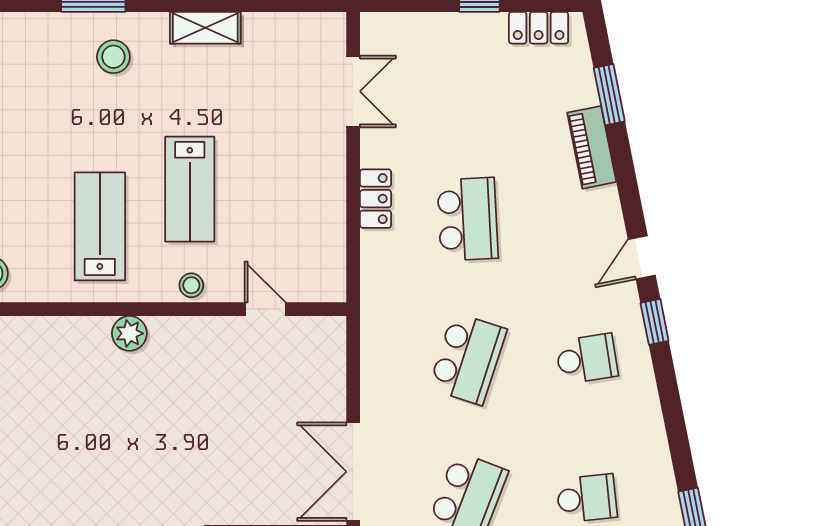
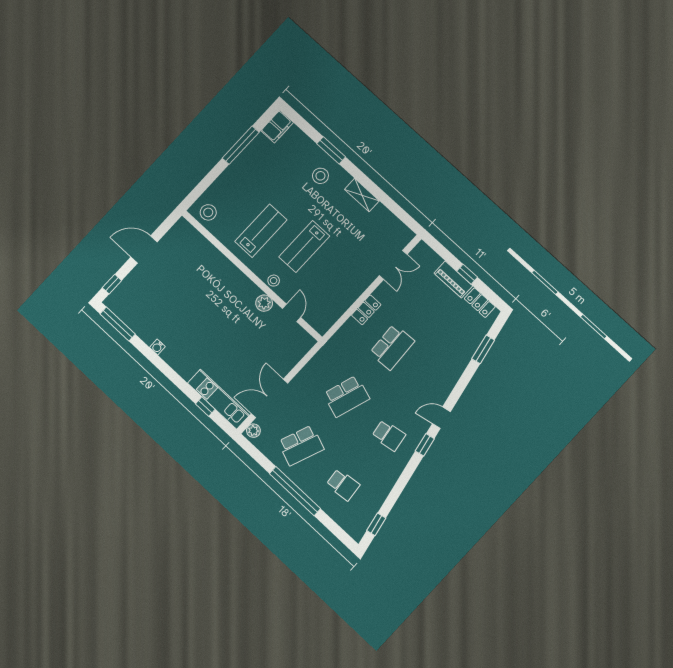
piano: (592, 147) -> (453, 279), moved, turned -79
plant: (129, 333) -> (264, 303), moved

